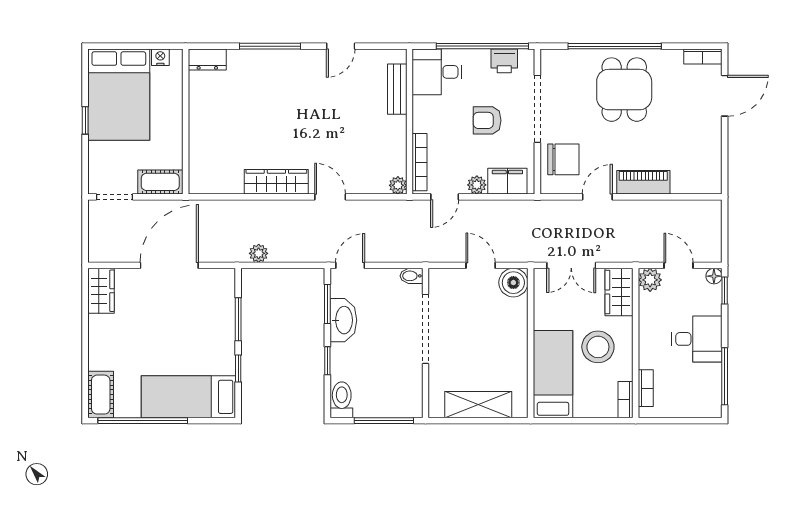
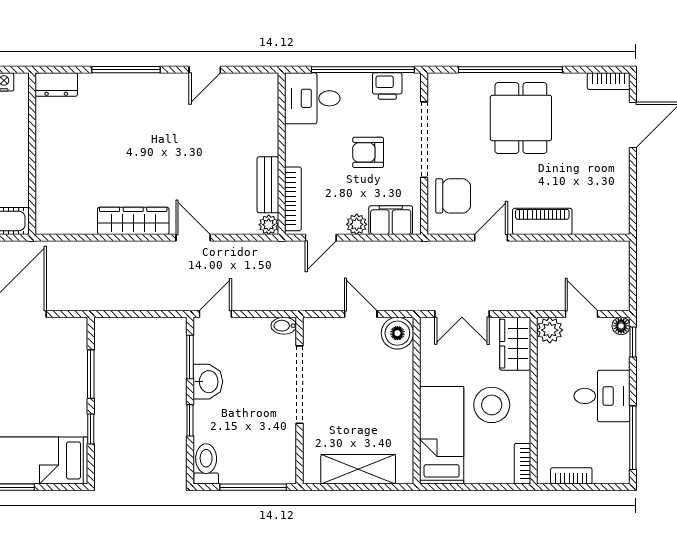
bench: (397, 89) -> (268, 185), moved
plant: (259, 253) -> (113, 301), removed
washbasin: (343, 320) -> (208, 382), width x0.72
bookcase: (646, 388) -> (571, 476), moved, turned -90

